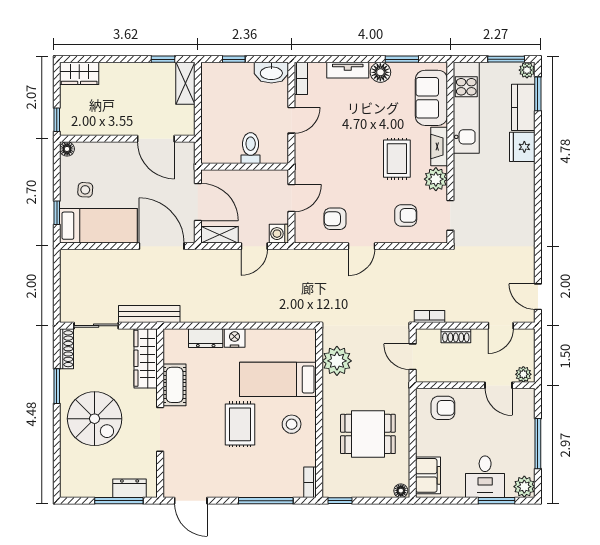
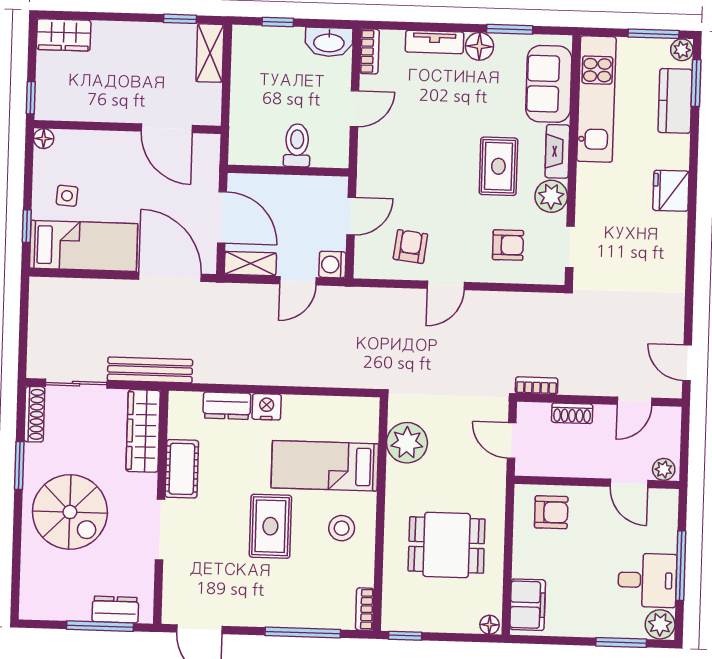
fridge: (522, 147) -> (671, 191), moved
armchair: (335, 219) -> (410, 247), turned 97
desk: (485, 477) -> (647, 580), moved, turned -90

